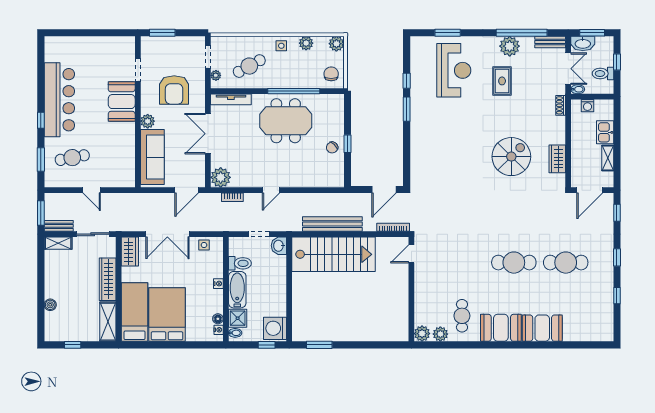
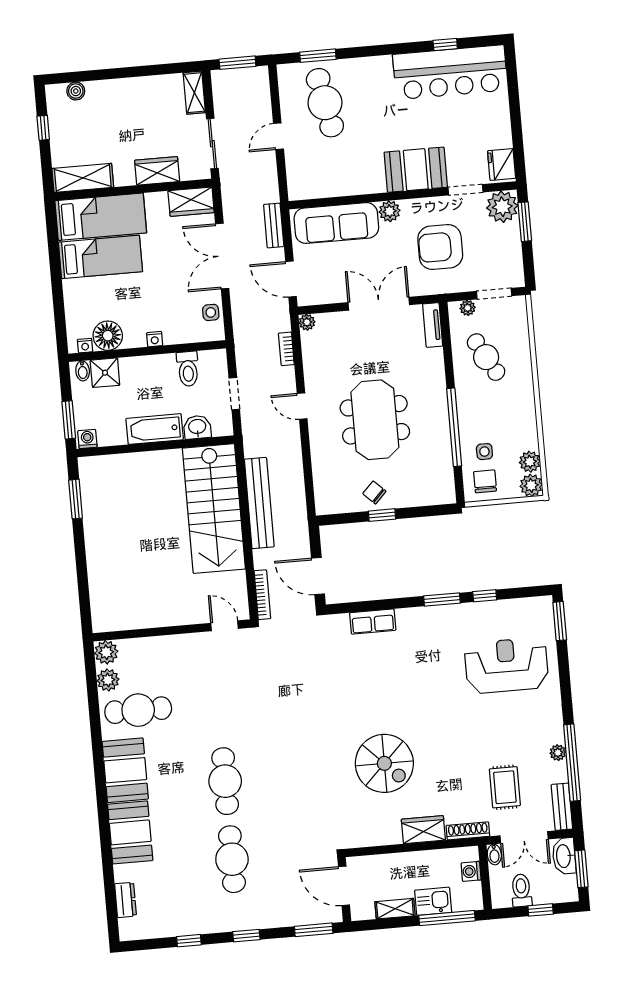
window: (448, 33) -> (560, 621), moved
plant: (306, 43) -> (530, 462), moved
fridge: (123, 45) -> (502, 165), added
side table: (281, 46) -> (484, 452), moved
plant: (510, 46) -> (558, 753), width x0.53, depth x0.53
plant: (151, 47) -> (502, 207), added
reception desk: (454, 70) -> (506, 666), turned 180
chair: (331, 74) -> (485, 481), turned -90
rug: (502, 81) -> (505, 787), moved, turned 90
tv unit: (231, 99) -> (433, 325), width x0.71
bar counter: (59, 100) -> (450, 72), moved
shoe rack: (561, 105) -> (468, 831), width x1.43
window: (41, 120) -> (445, 45), moved
meeting table: (286, 121) -> (375, 420), moved
window: (617, 124) -> (447, 918), added
row of seats: (417, 156) -> (373, 622), added
cafe table: (72, 158) -> (325, 103), width x1.37, depth x1.35
wardrobe: (557, 159) -> (423, 830), moved
plant: (221, 177) -> (307, 322), width x0.53, depth x0.53
window: (617, 213) -> (314, 930), width x1.50
bench: (59, 226) -> (274, 225), moved
washbasin: (279, 246) -> (197, 427), moved
wardrobe: (108, 279) -> (157, 171), width x0.67
bathtub: (237, 290) -> (155, 429), moved, turned 180
boiler: (50, 305) -> (76, 91), moved
bed: (167, 315) -> (100, 257), width x0.67
cafe table: (462, 316) -> (138, 710), width x1.37, depth x1.35
floor lamp: (218, 319) -> (108, 336), width x1.89, depth x1.89
washing machine: (275, 328) -> (87, 439), width x0.53, depth x0.53
dresser: (586, 335) -> (125, 900), added
window: (267, 345) -> (69, 420), width x1.50

